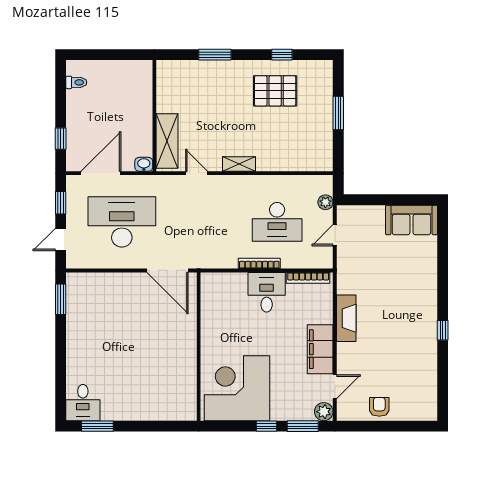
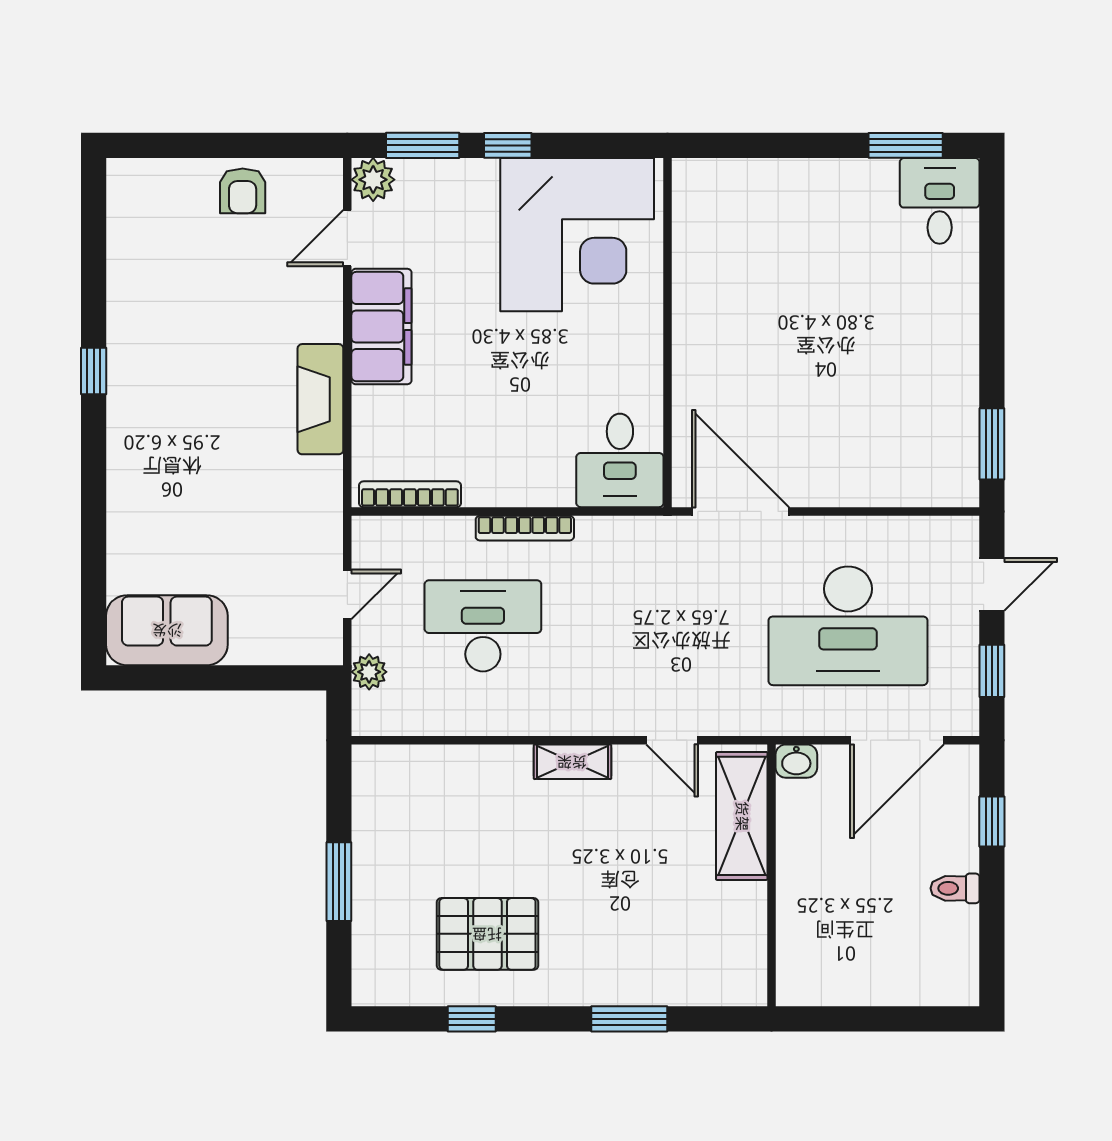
toilet: (76, 82) -> (955, 888), moved
desk: (267, 292) -> (620, 460), moved

